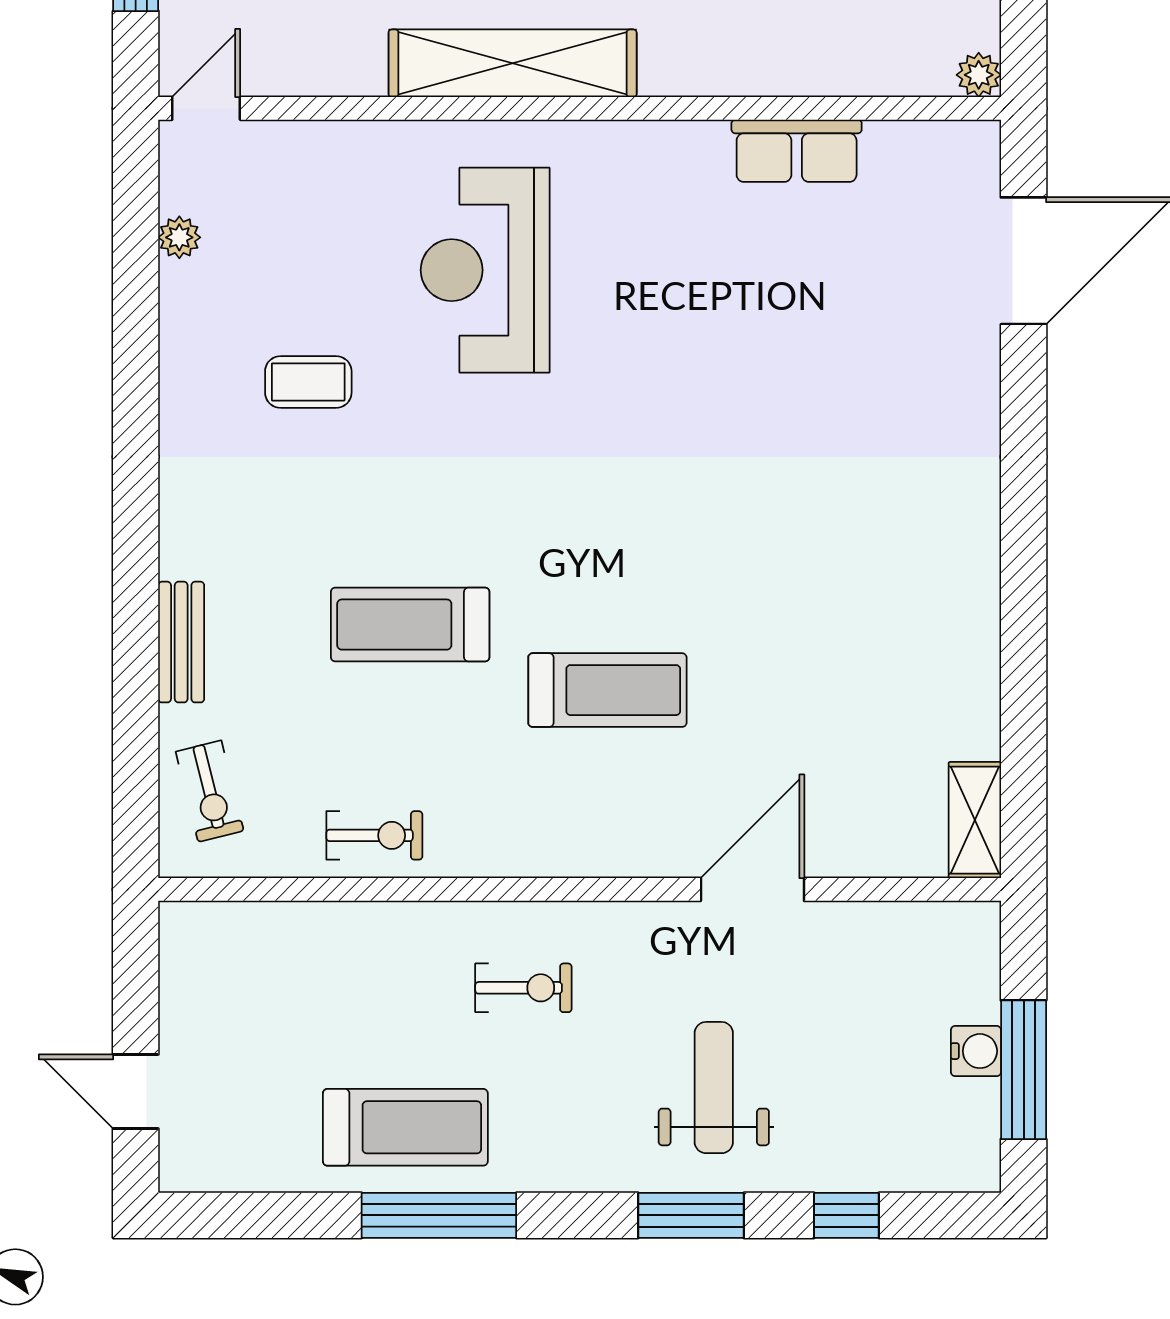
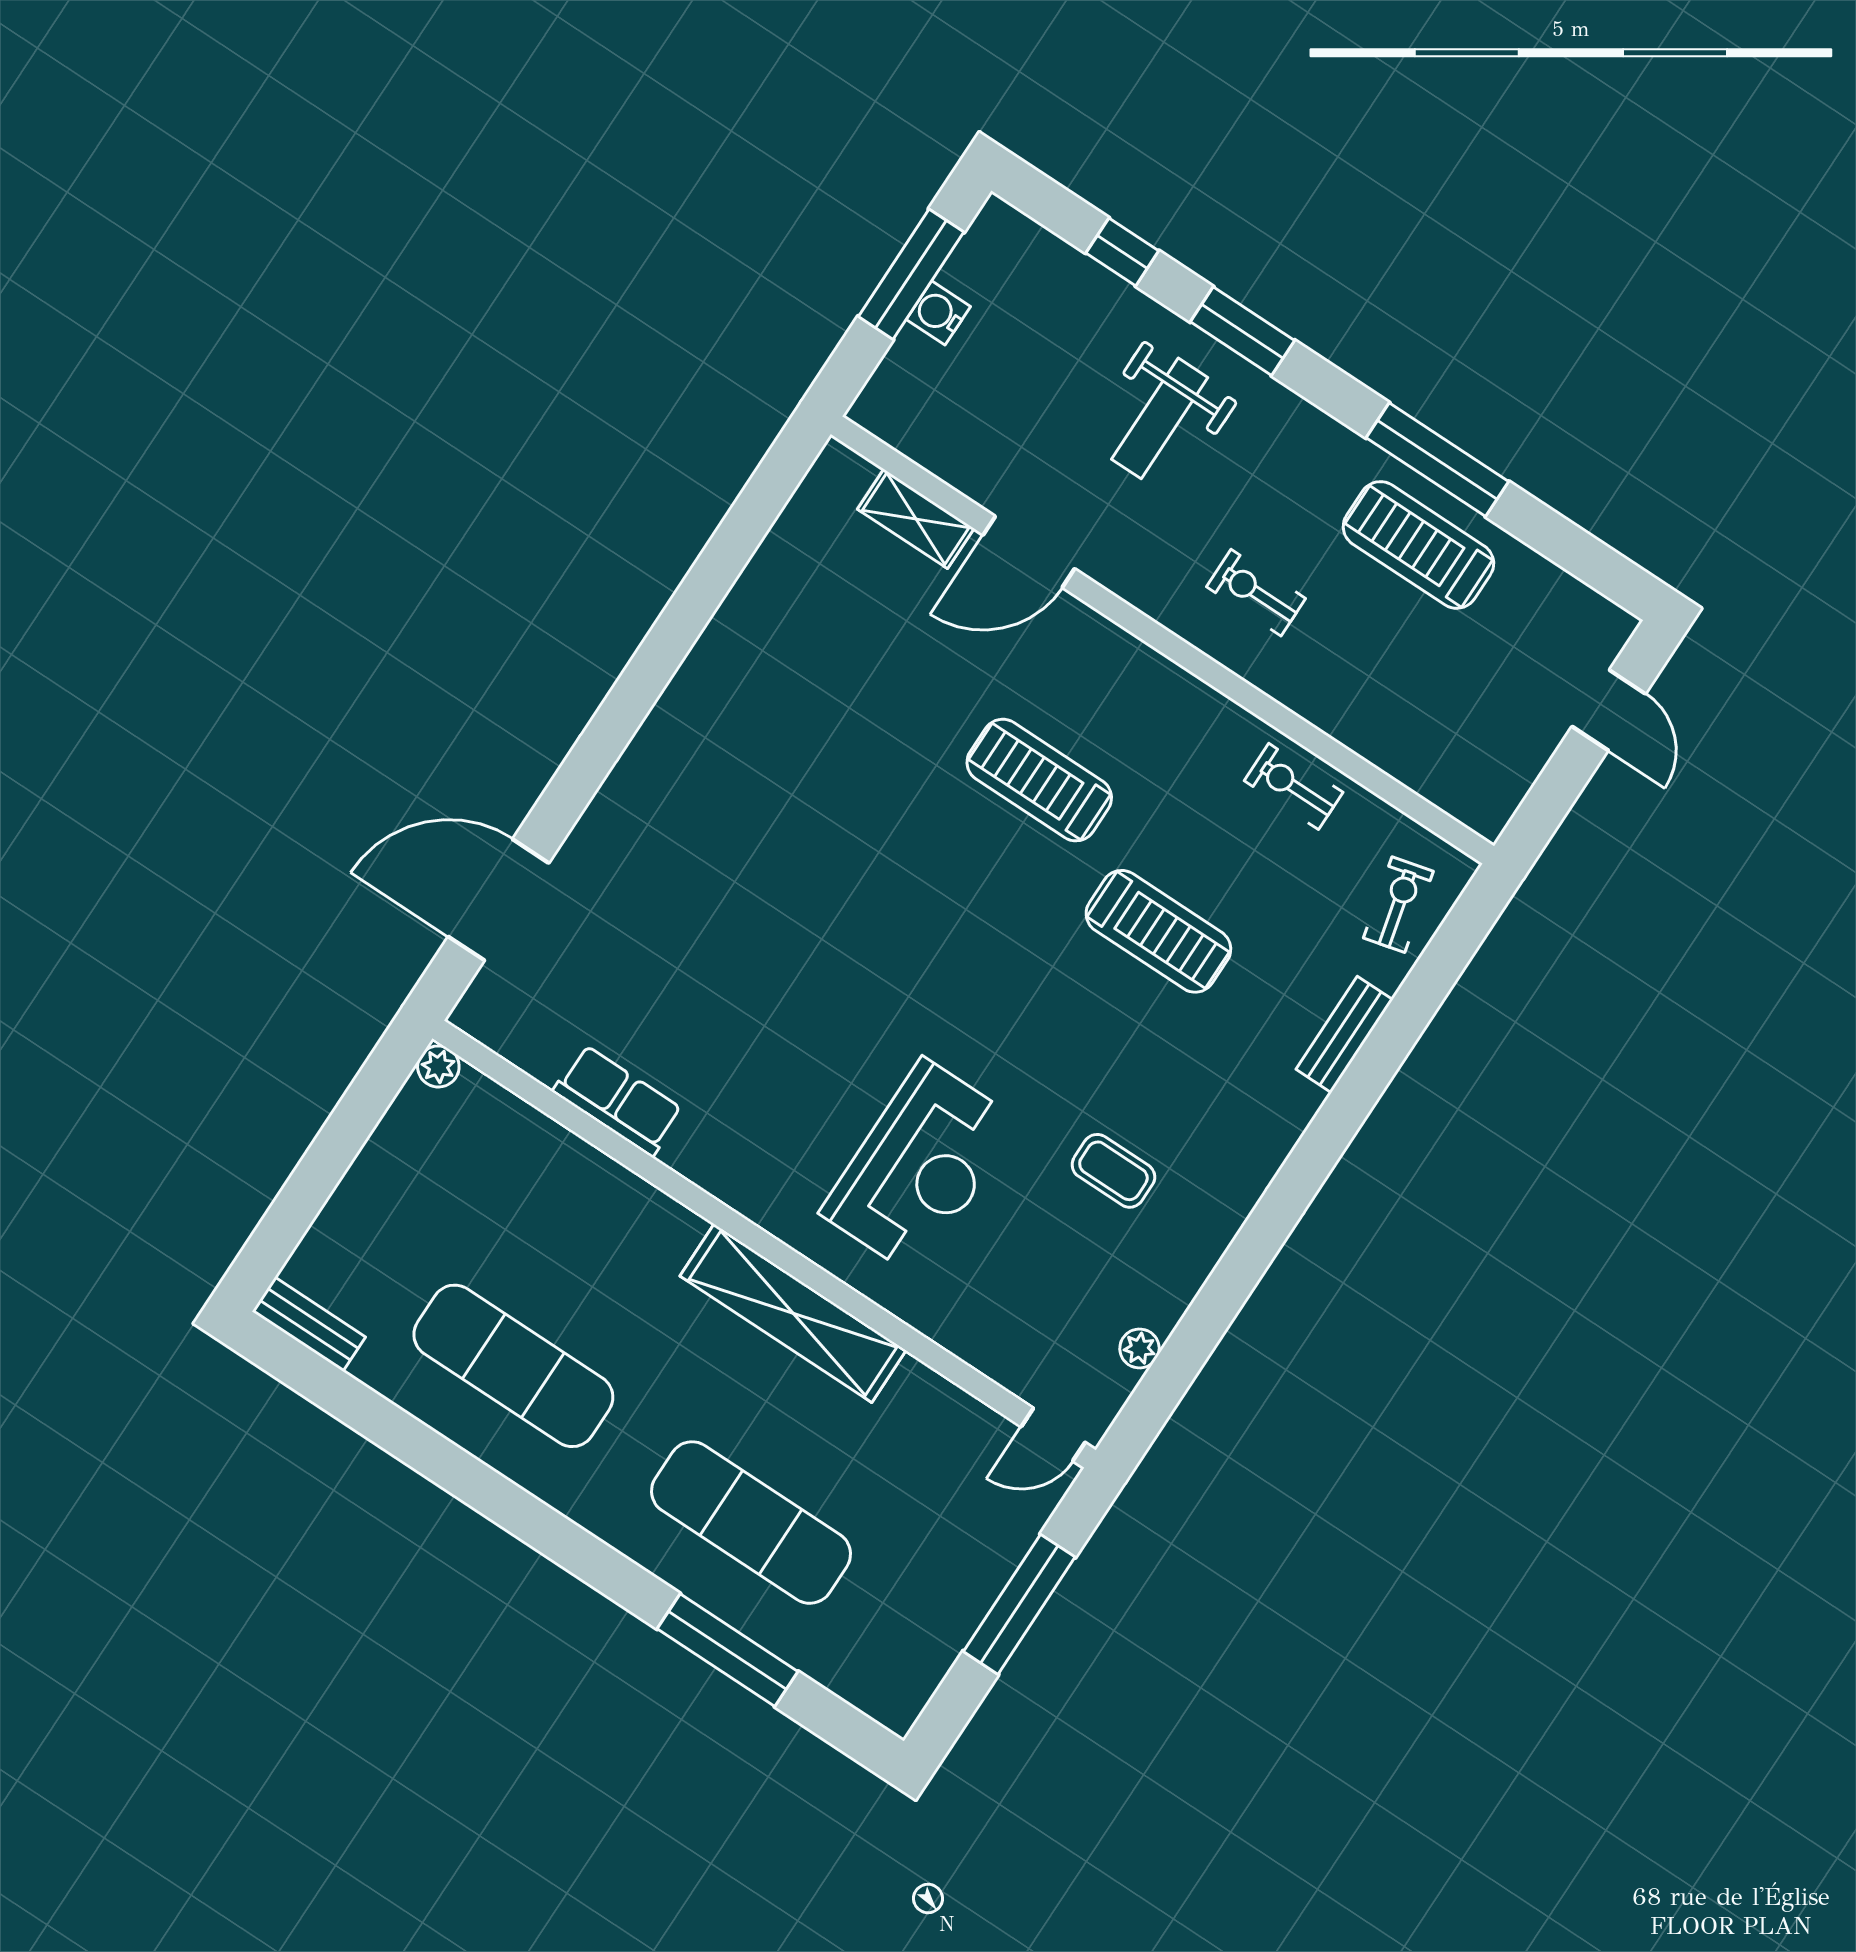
shelving: (975, 820) -> (916, 519), moved, turned 90

